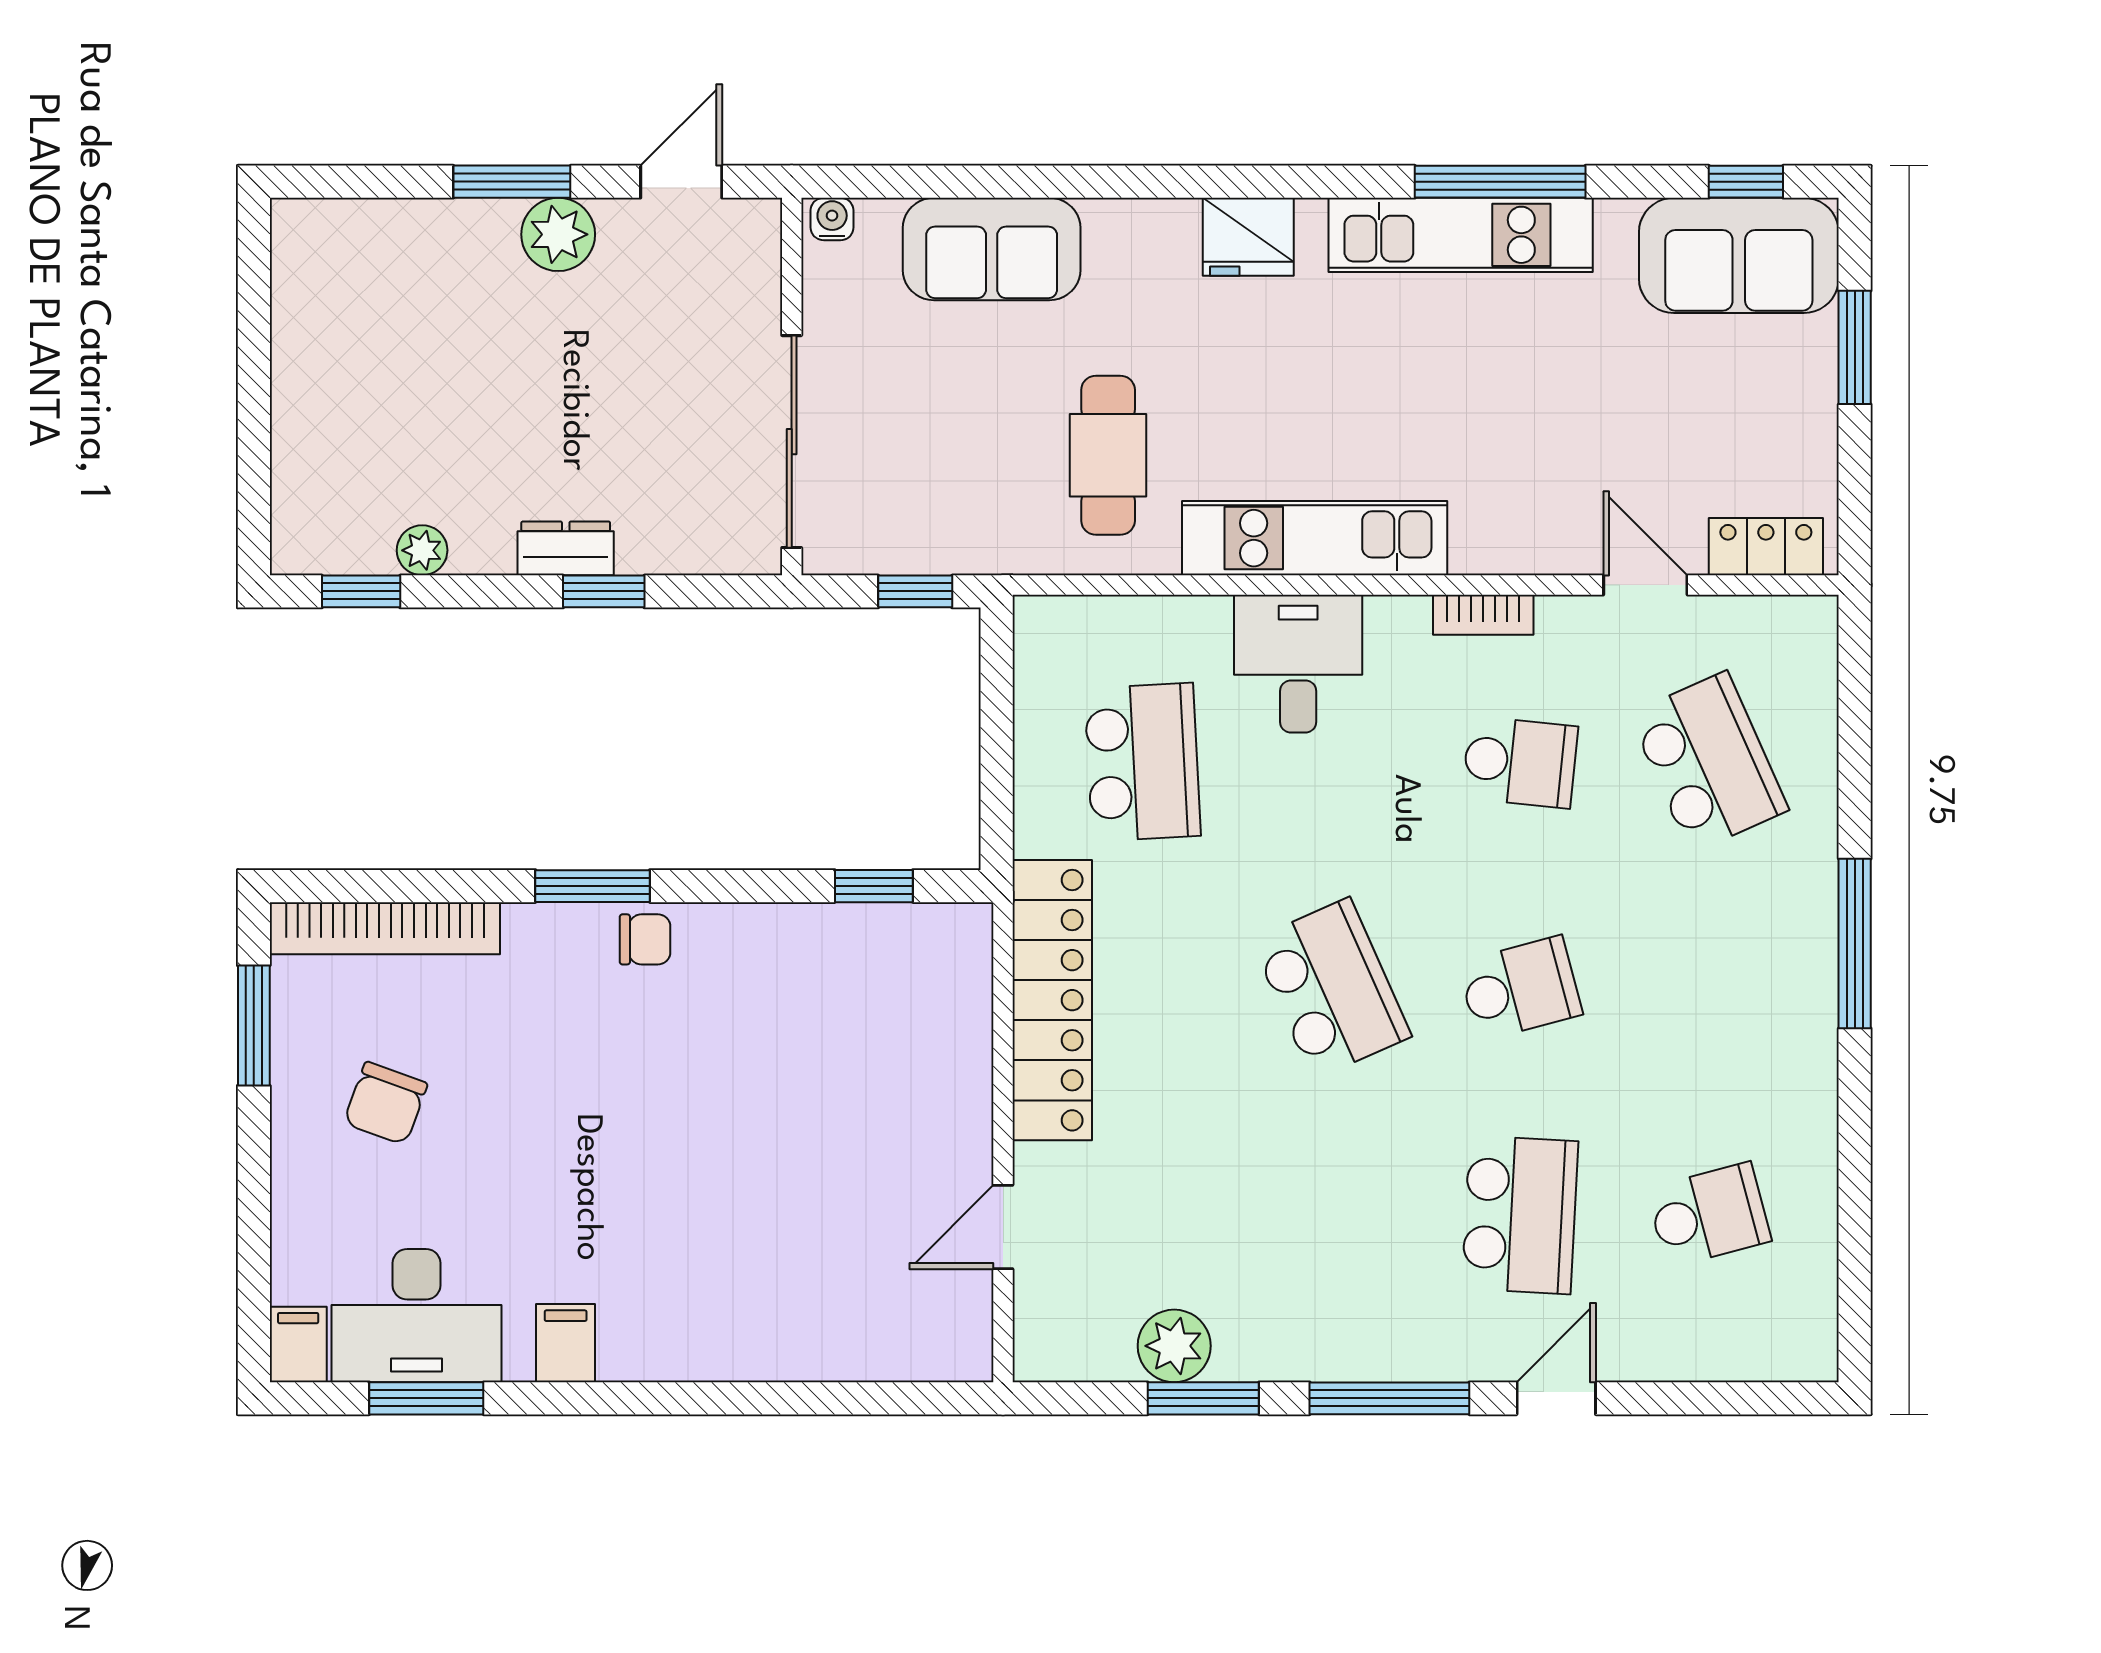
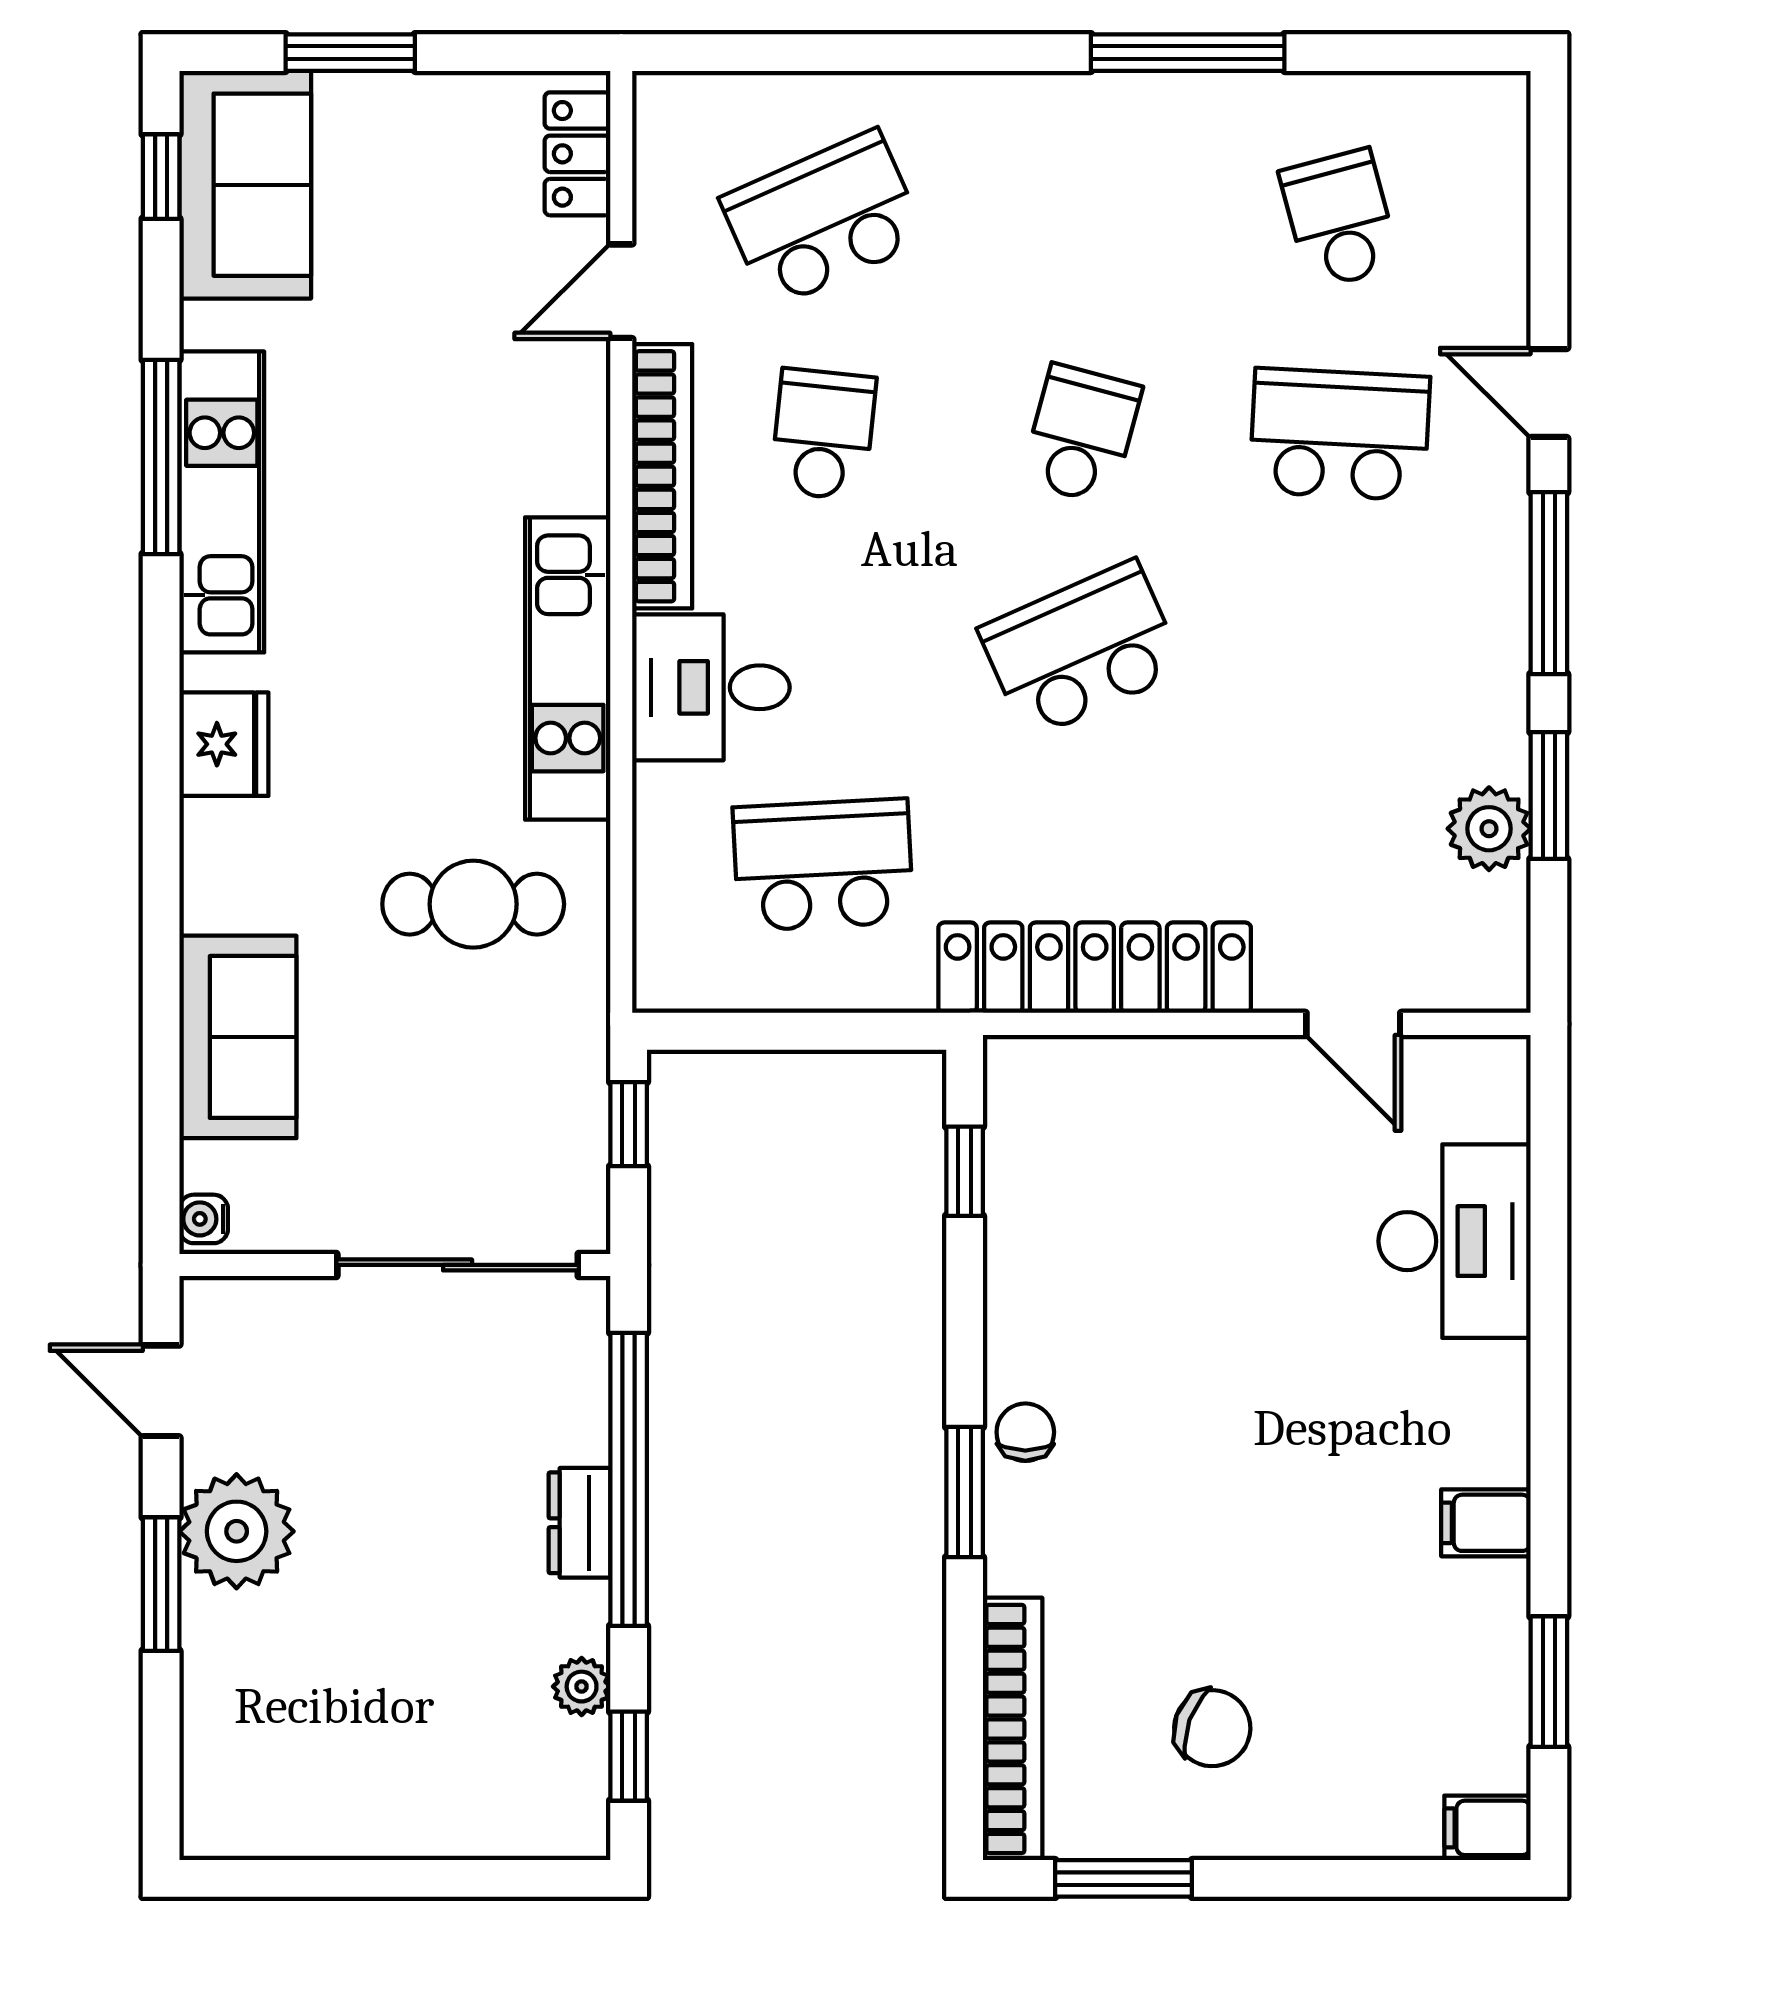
plant: (558, 234) -> (237, 1531), width x1.36, depth x1.36
window: (604, 591) -> (629, 1479), width x3.17
bookcase: (1483, 615) -> (662, 476), width x2.31, depth x1.31
window: (1855, 943) -> (1188, 53), moved
school desk: (1520, 989) -> (1081, 434), turned 30
desk: (417, 1316) -> (1454, 1241), moved

